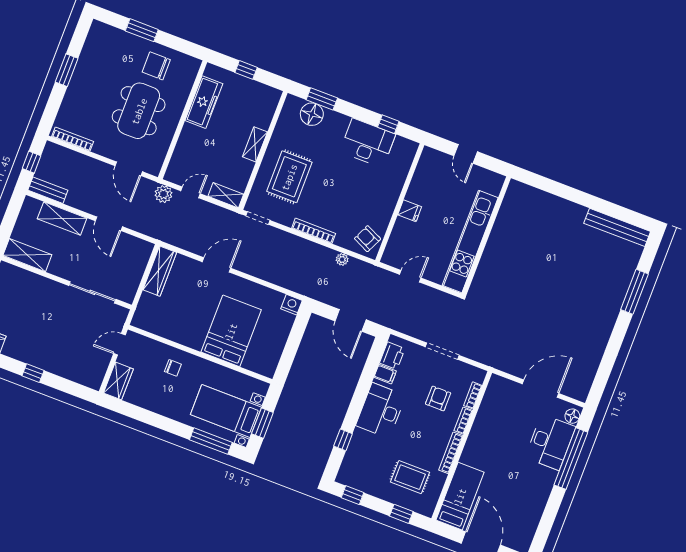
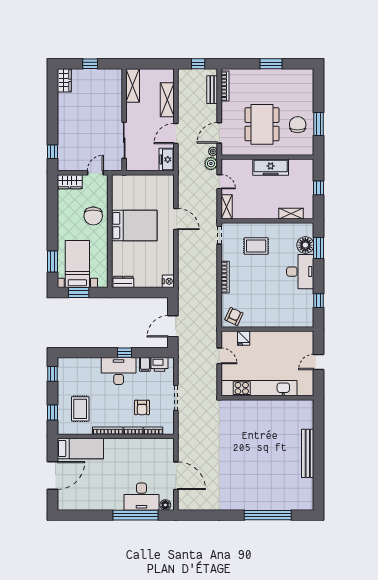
window: (142, 30) -> (319, 124), moved
freezer: (204, 102) -> (271, 167), moved
dining table: (139, 111) -> (262, 124), turned 90
desk: (368, 143) -> (300, 272), moved
shelving: (255, 144) -> (291, 214), moved
rug: (289, 177) -> (256, 246), width x0.73, depth x0.70
bench: (48, 190) -> (212, 90), moved
fridge: (410, 211) -> (244, 338), moved
bench: (617, 227) -> (308, 453), moved
freezer: (137, 248) -> (167, 159), added
plant: (342, 259) -> (213, 151), moved
wardrobe: (160, 271) -> (157, 181), removed
window: (635, 292) -> (268, 515), width x1.46
bed: (231, 331) -> (134, 226), moved
door: (119, 344) -> (95, 173), hinge flipped
dresser: (271, 362) -> (123, 282), added
chair: (173, 368) -> (93, 216), width x1.87, depth x1.87
window: (33, 373) -> (53, 152), moved
armchair: (438, 398) -> (142, 407), turned 90
window: (343, 440) -> (124, 353), moved
window: (211, 441) -> (53, 262), width x0.69

